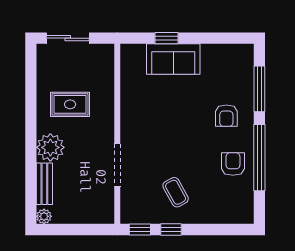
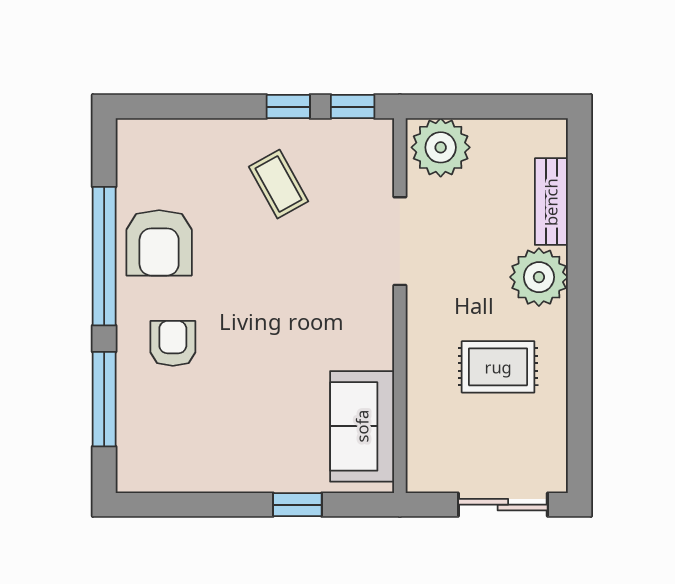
sofa: (173, 59) -> (362, 426), moved, turned -90
armchair: (233, 164) -> (159, 243), width x1.38, depth x1.38
plant: (44, 216) -> (441, 147), moved, width x1.87, depth x1.87

